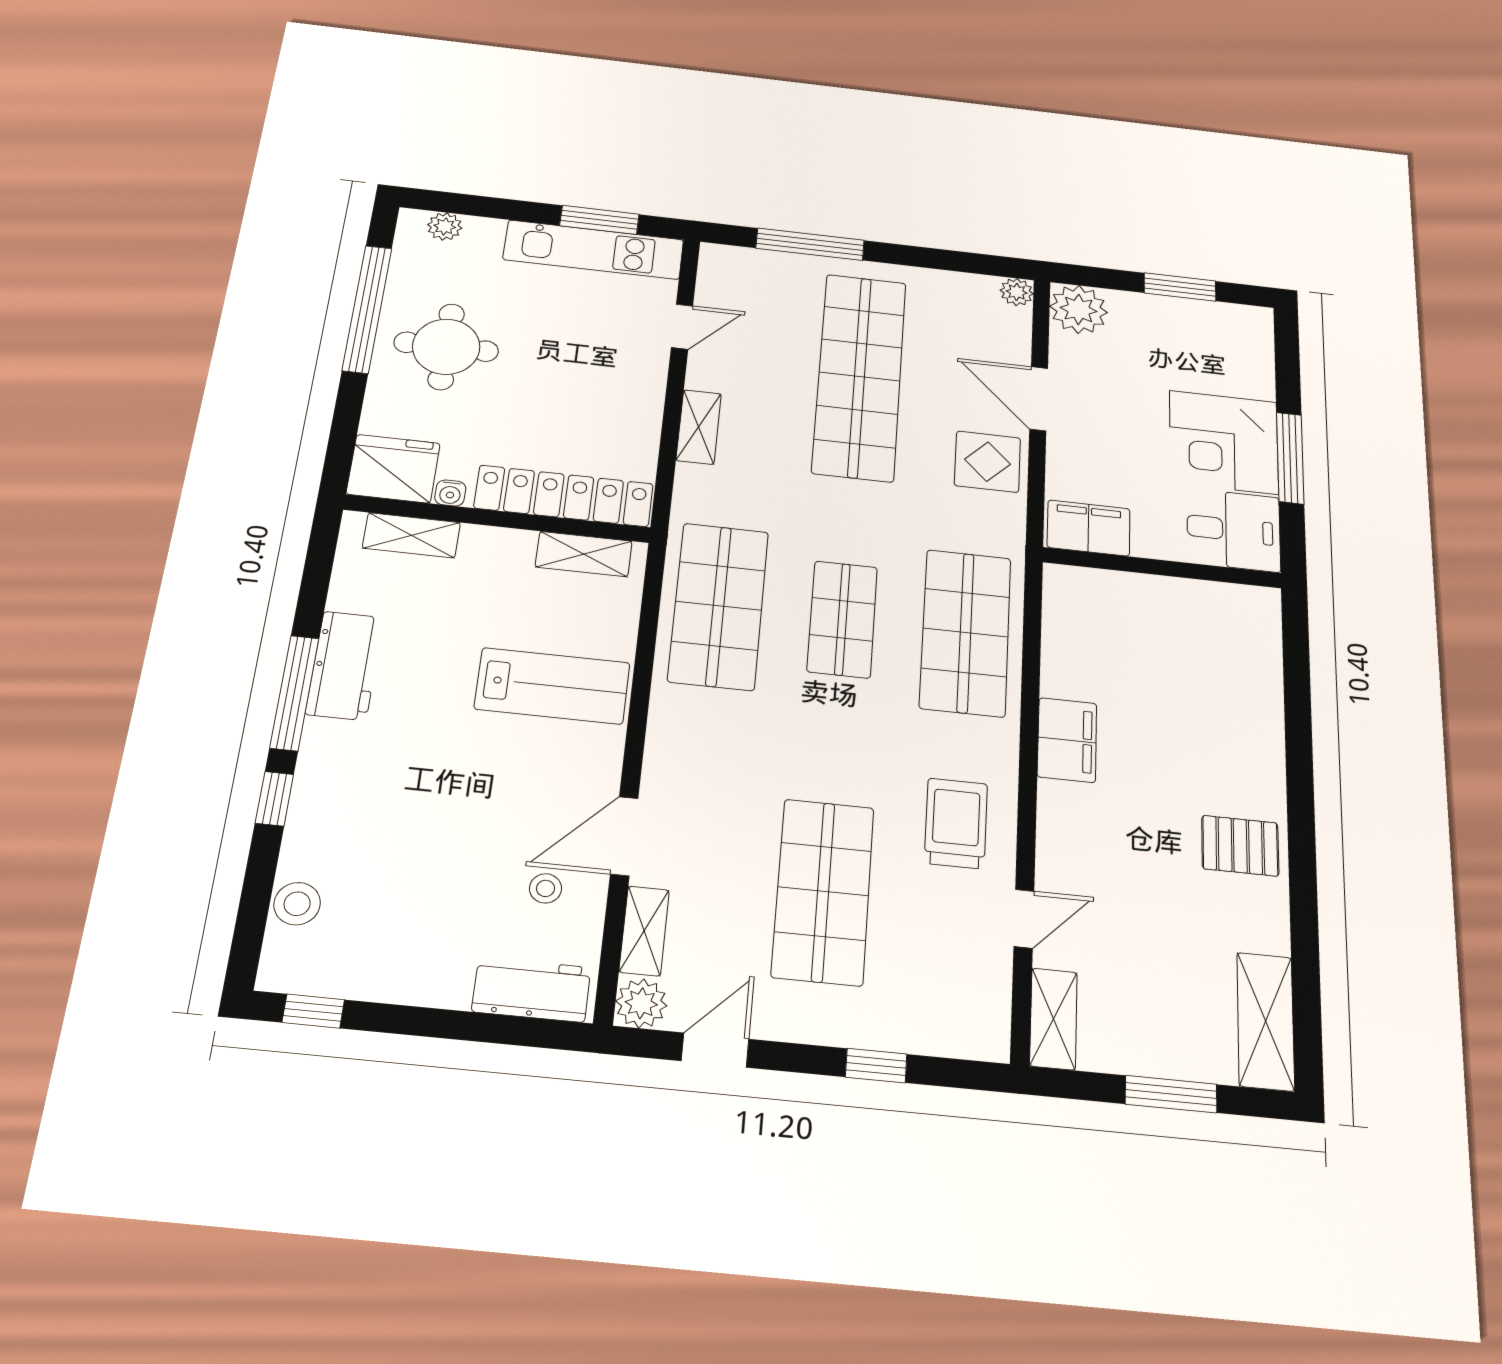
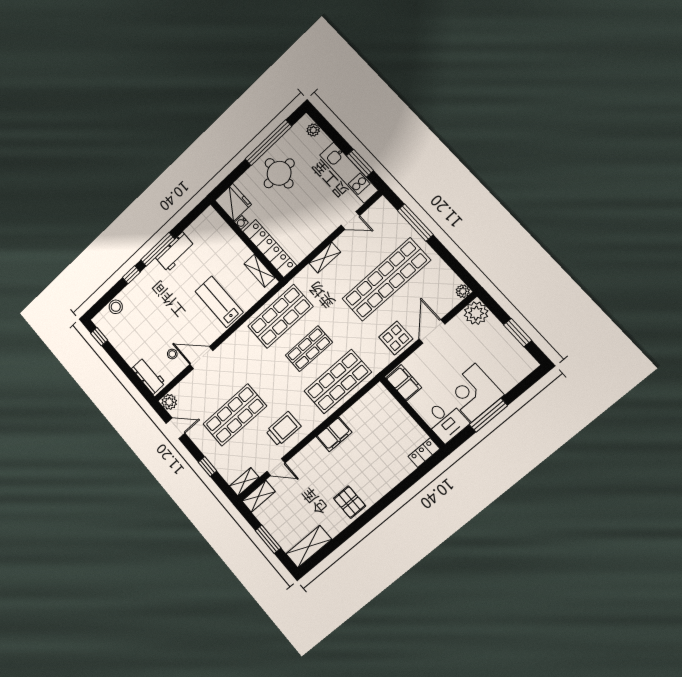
shelving: (411, 535) -> (221, 227), removed
locker: (1262, 621) -> (424, 453), added
lab bench: (552, 686) -> (219, 302), turned 180
shelving: (644, 931) -> (244, 482), moved

